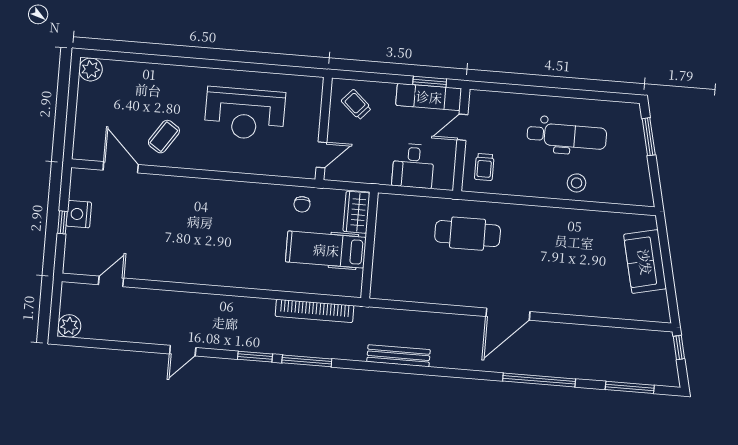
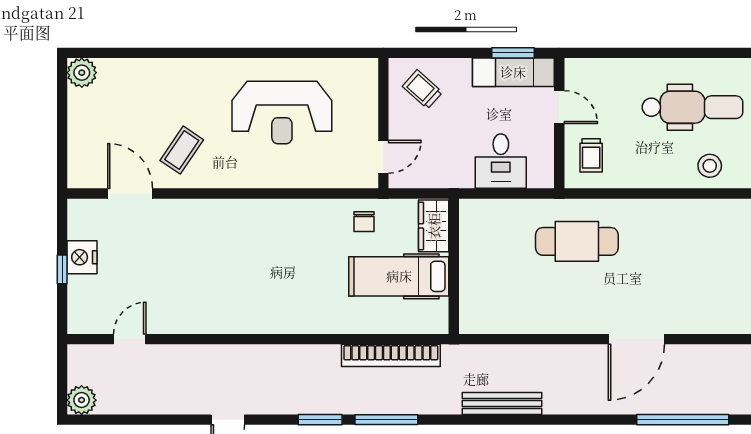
door: (462, 127) -> (559, 107), swing flipped

